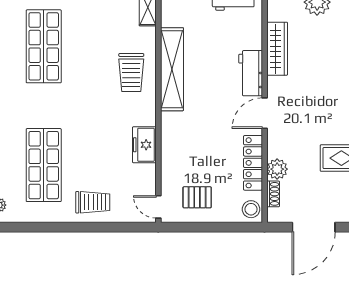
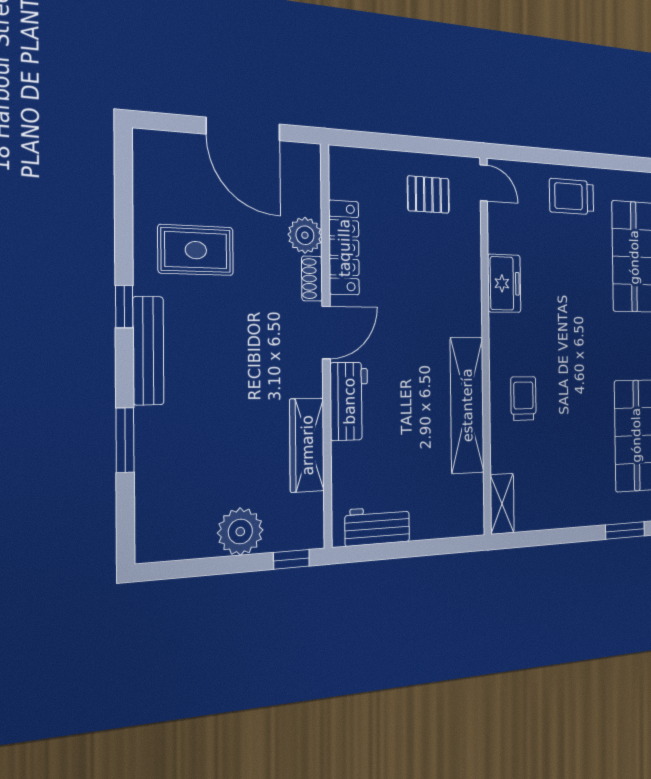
trolley: (131, 73) -> (523, 398), width x0.73, depth x0.72
shoe rack: (273, 194) -> (312, 279), moved
stool: (251, 209) -> (346, 169), removed
door: (314, 227) -> (243, 129), swing flipped

